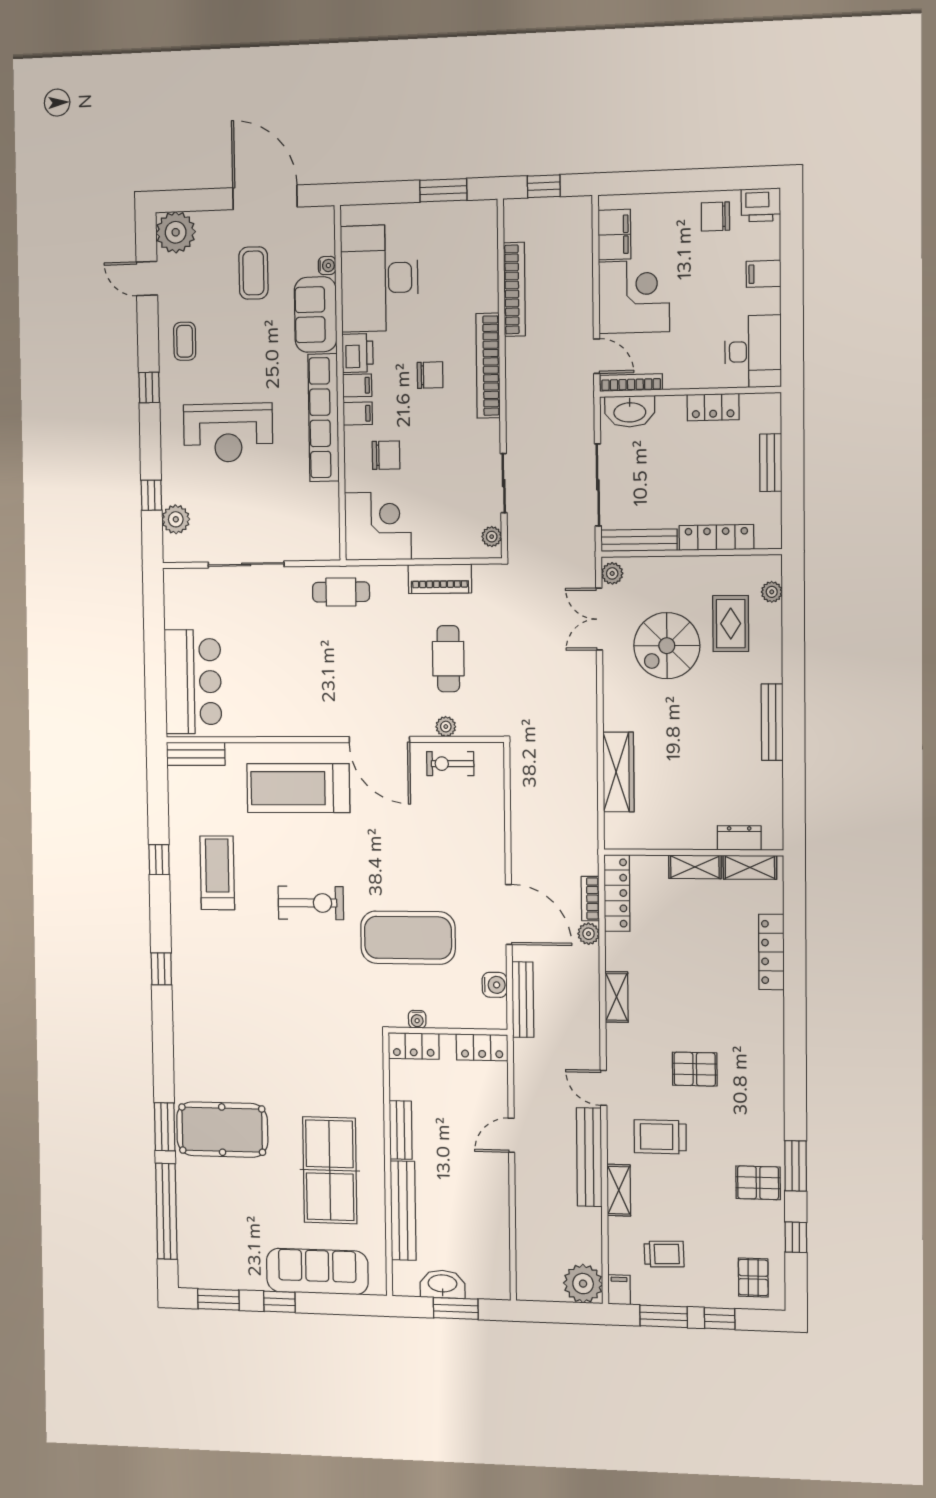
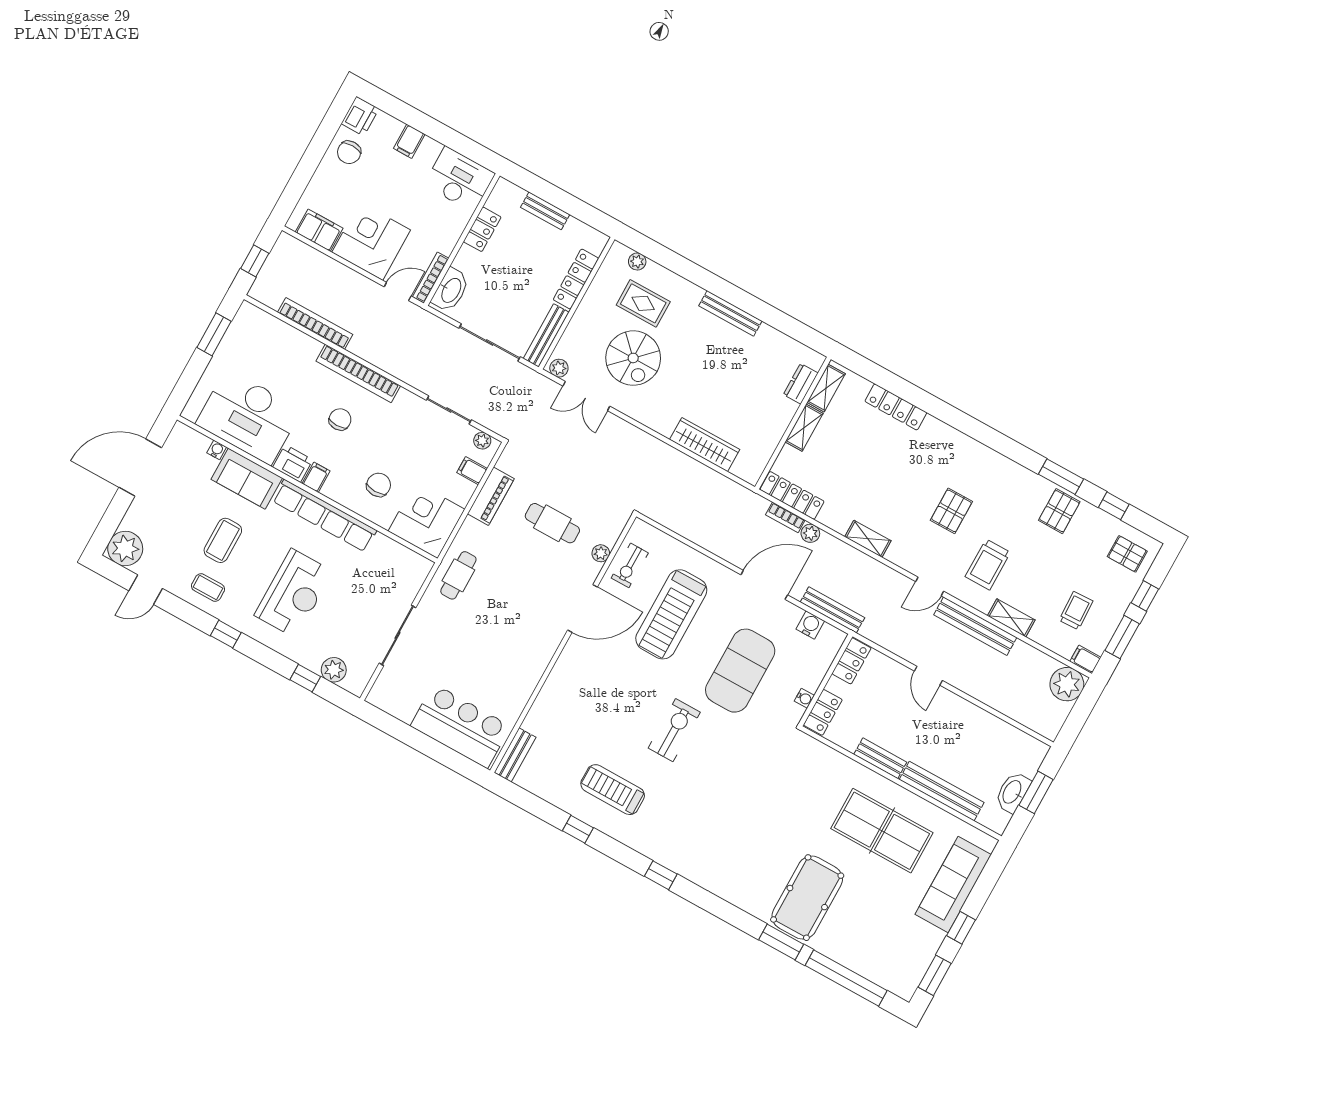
coffee table: (253, 273) -> (223, 540), moved, turned 90
filing cabinet: (358, 414) -> (472, 471), moved, turned -90
treadmill: (298, 788) -> (671, 614), moved

